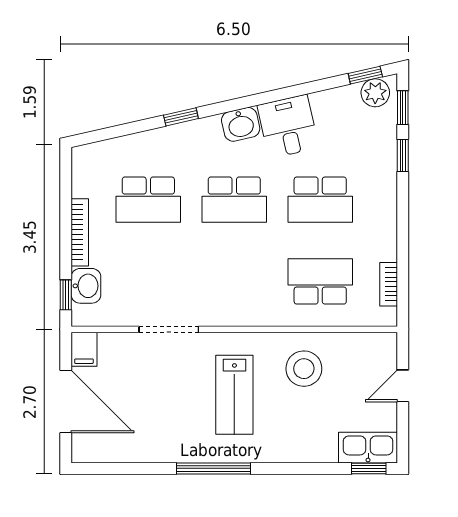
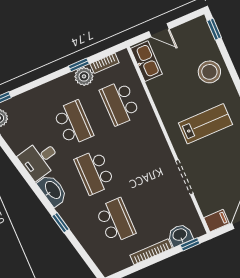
washbasin: (241, 124) -> (53, 190), width x1.38
window: (403, 155) -> (79, 65), moved
school desk: (234, 200) -> (94, 172), turned 180
plant: (382, 245) -> (84, 76), added
stool: (304, 369) -> (209, 72), moved
kitchen sink: (368, 448) -> (146, 61), moved, turned 180

